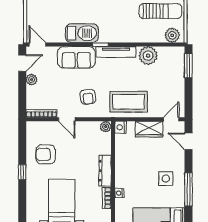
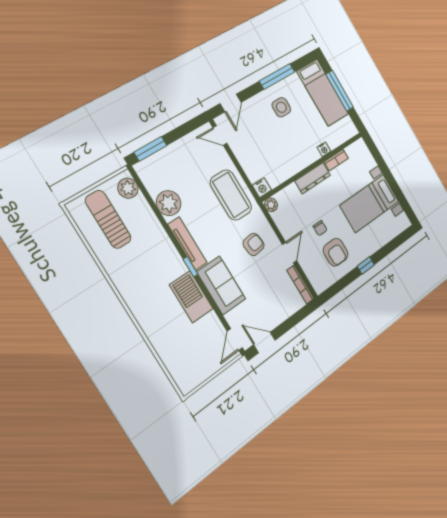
plant: (32, 80) -> (274, 320), removed
wardrobe: (149, 129) -> (245, 154), removed
chair: (69, 153) -> (320, 228), added

